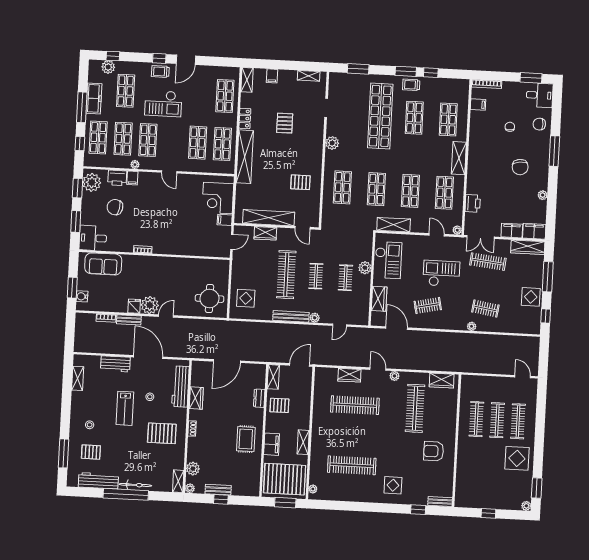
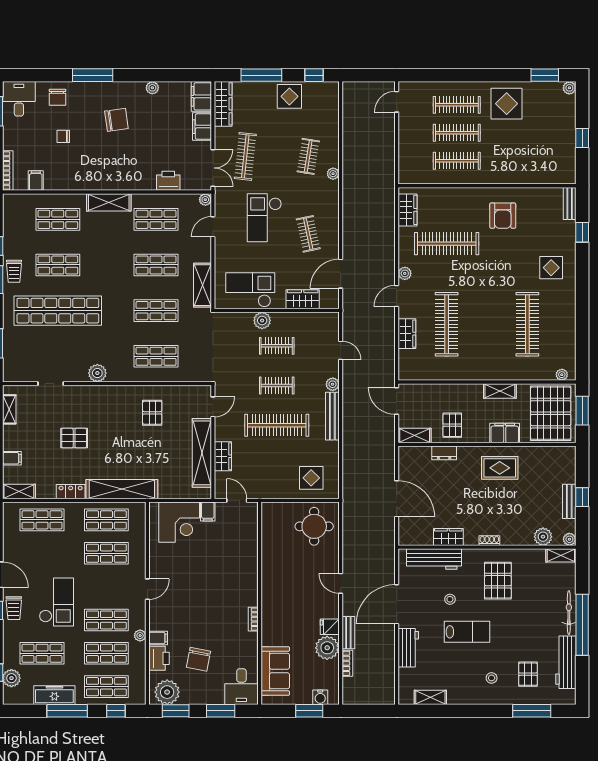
plant: (150, 305) -> (327, 648), moved

